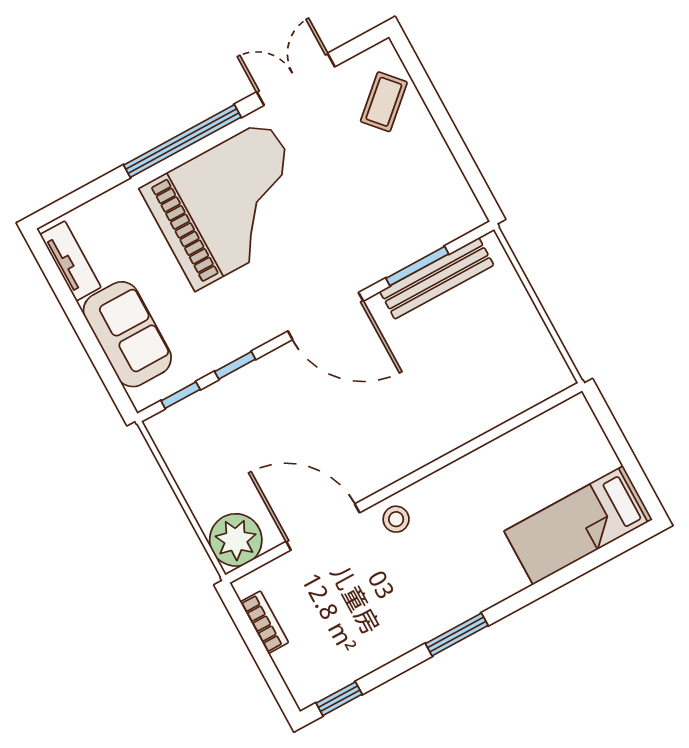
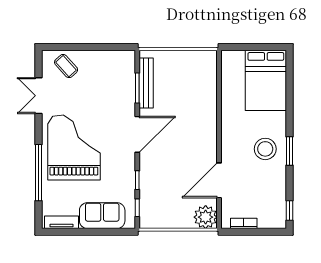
window: (182, 141) -> (39, 173), moved
stool: (396, 519) -> (265, 149), moved, width x1.89, depth x1.89
bed: (578, 525) -> (266, 80), width x1.50

